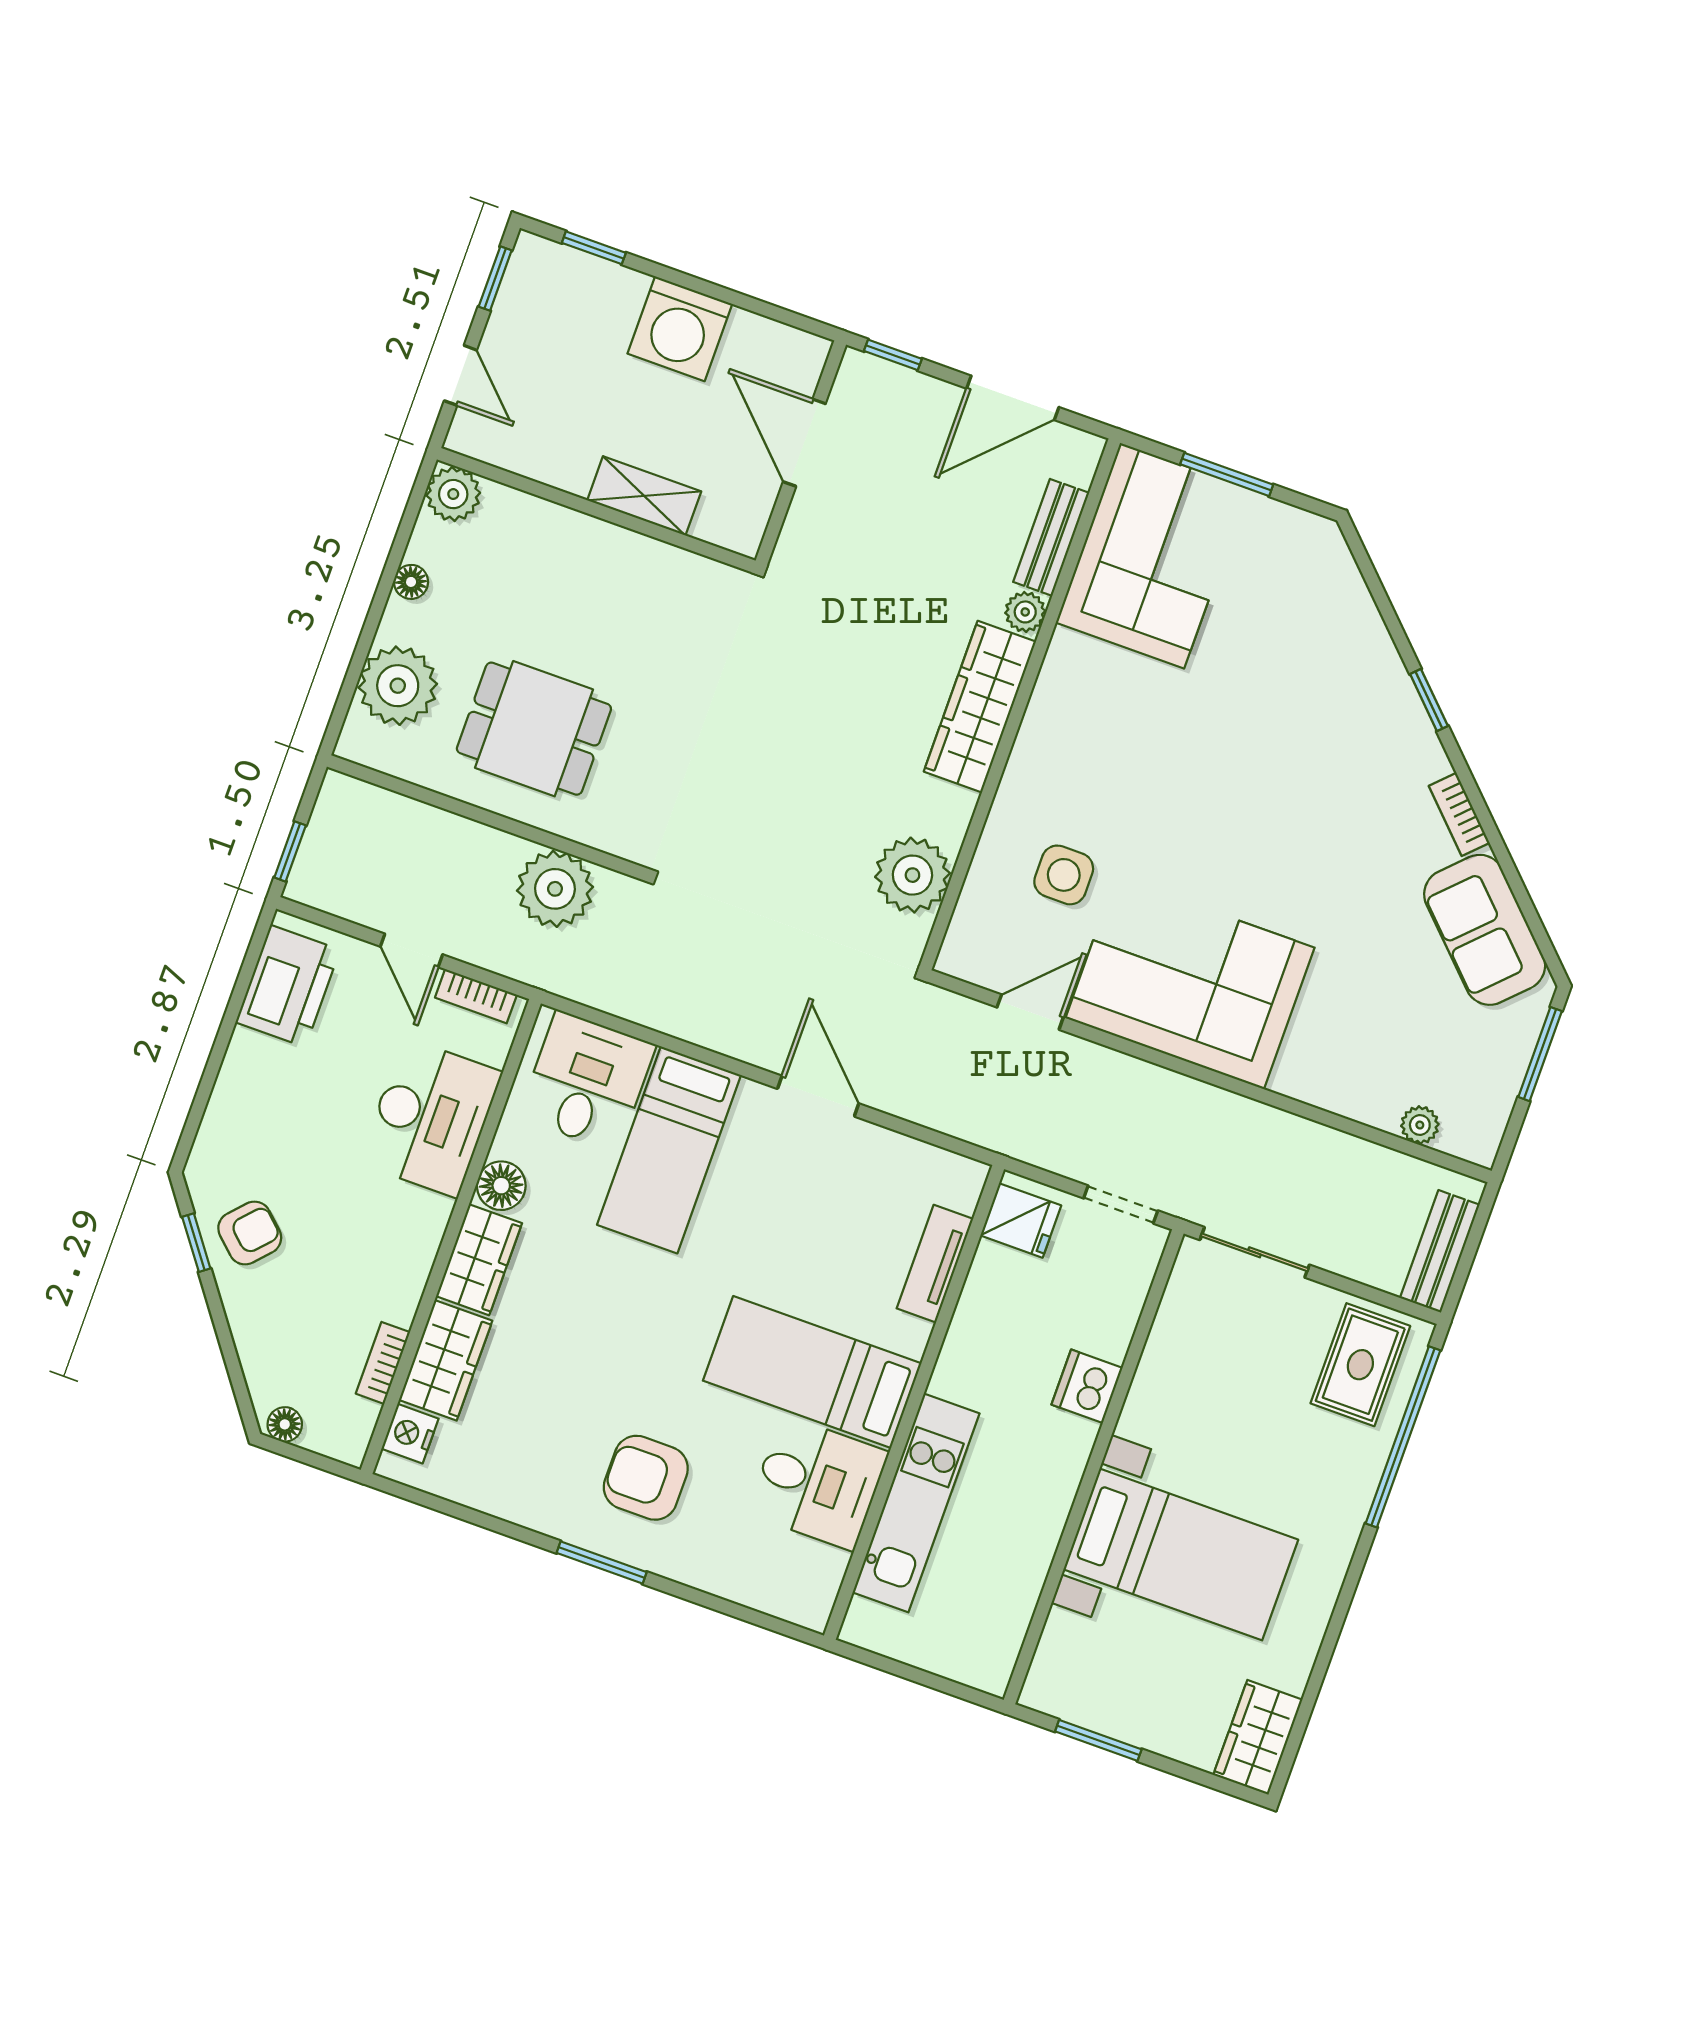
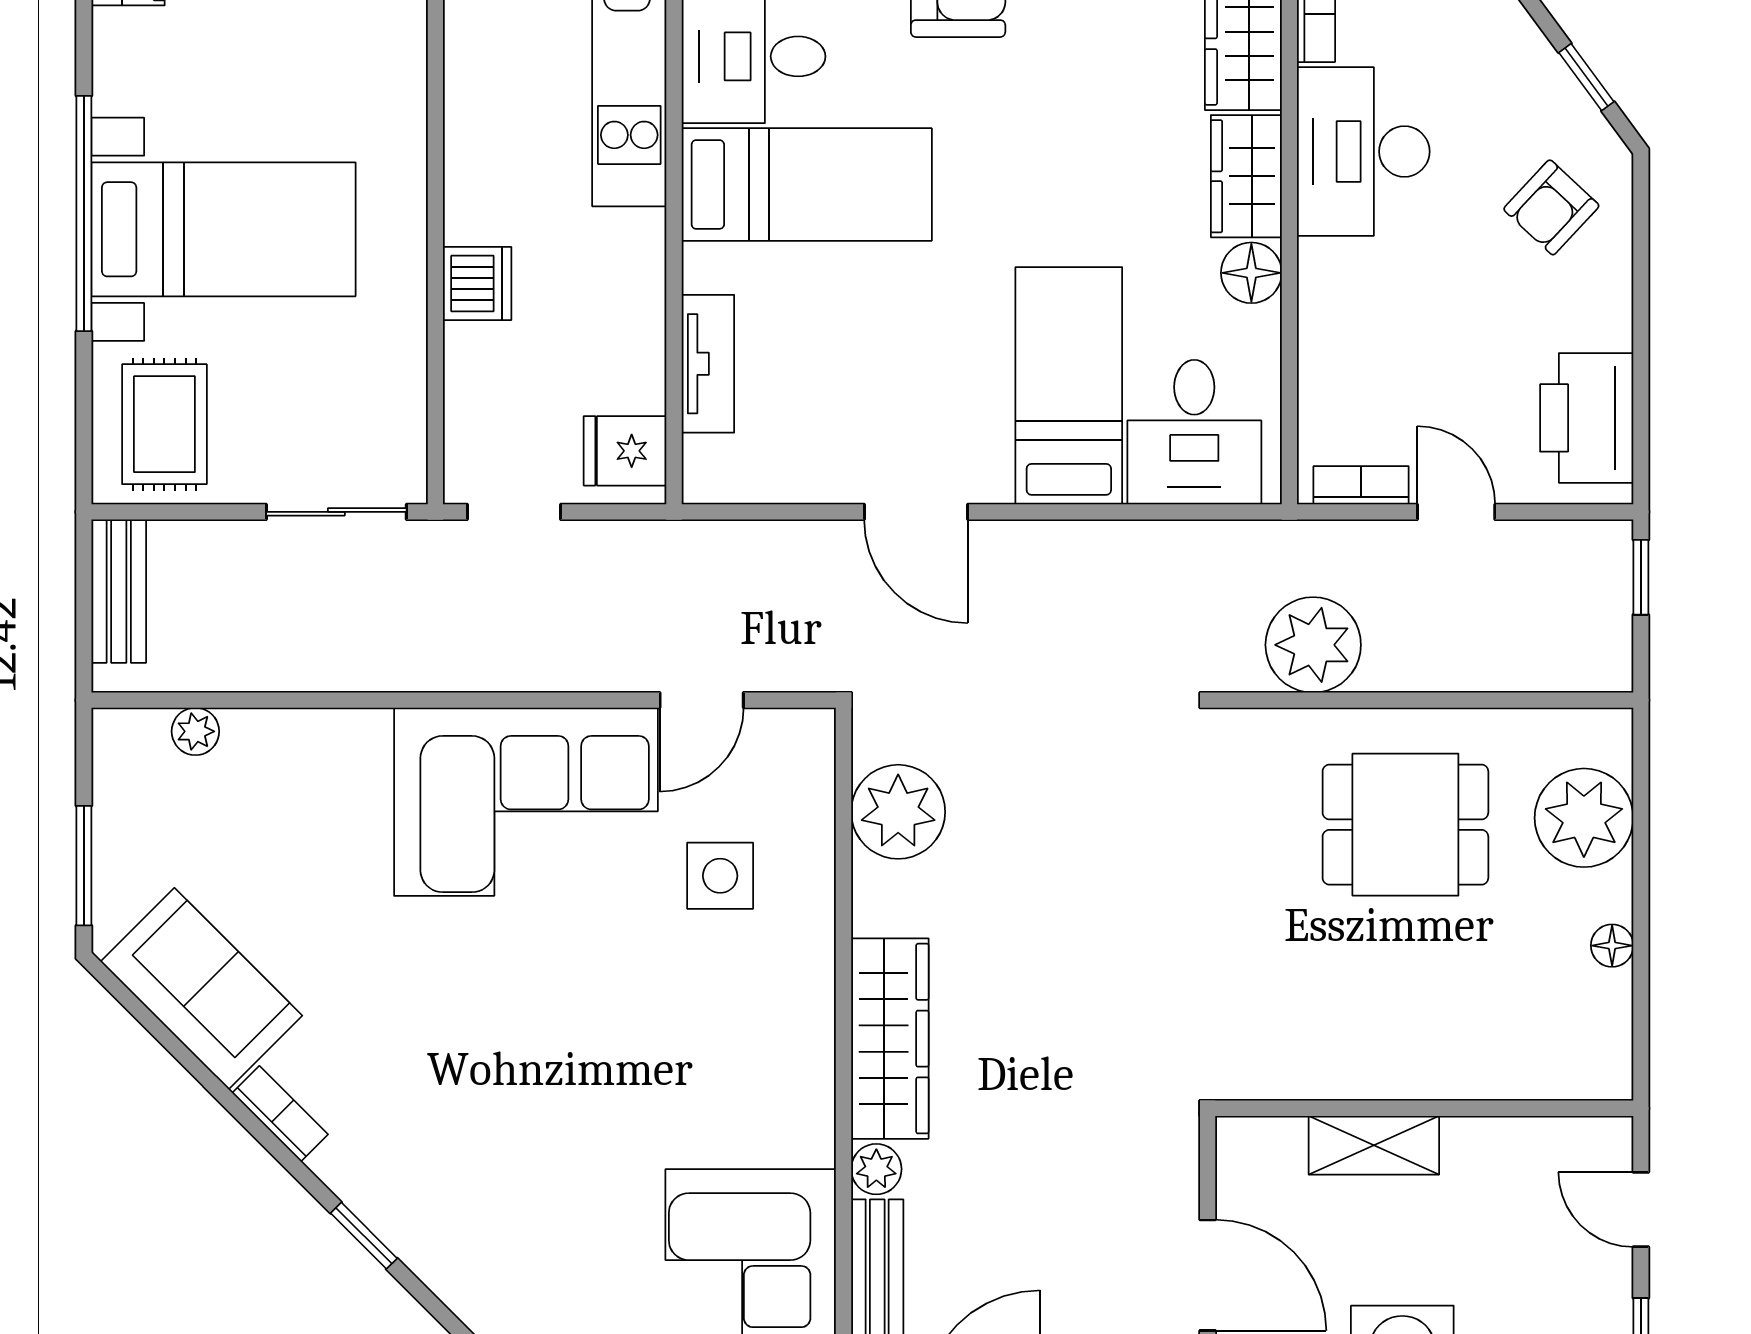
plant: (453, 494) -> (1599, 1067), removed
desk: (431, 1118) -> (1363, 151), moved
armchair: (250, 1233) -> (1551, 207), moved
window: (1403, 1437) -> (84, 214), moved
bed with nightstands: (1181, 1554) -> (223, 229), moved, turned 180

